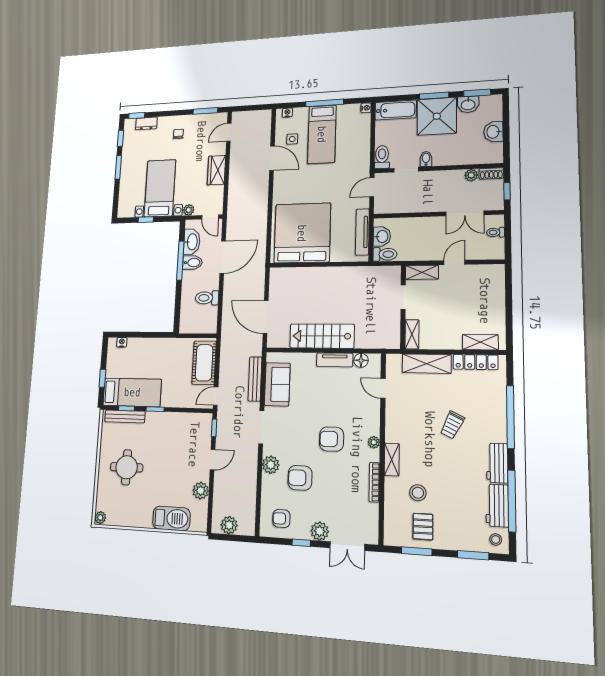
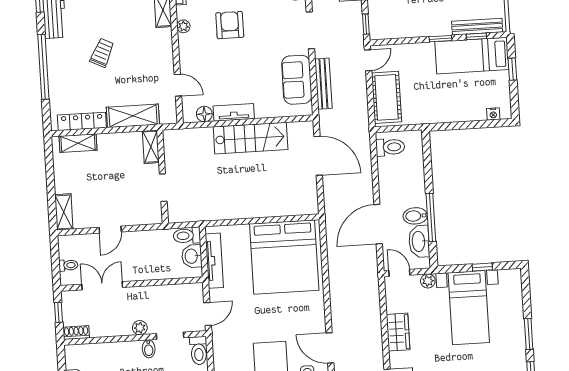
plant: (471, 175) -> (140, 328), moved
shelving: (422, 272) -> (64, 212), moved, turned 90
toilet: (207, 298) -> (390, 147), moved
armchair: (332, 439) -> (230, 25), turned -90

